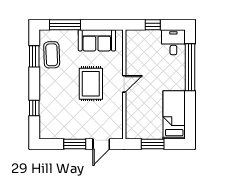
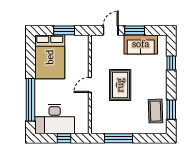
window: (65, 25) -> (118, 138), moved
sofa: (97, 40) -> (141, 44), moved, turned 180
desk: (173, 42) -> (55, 119), width x1.87, depth x1.30
bed: (174, 115) -> (50, 57), width x1.50

